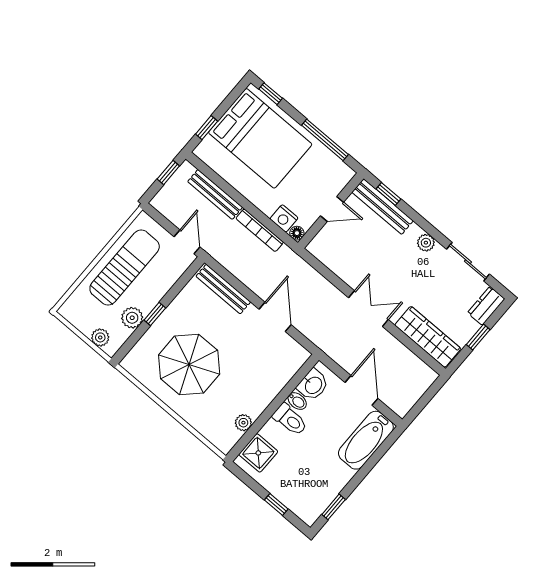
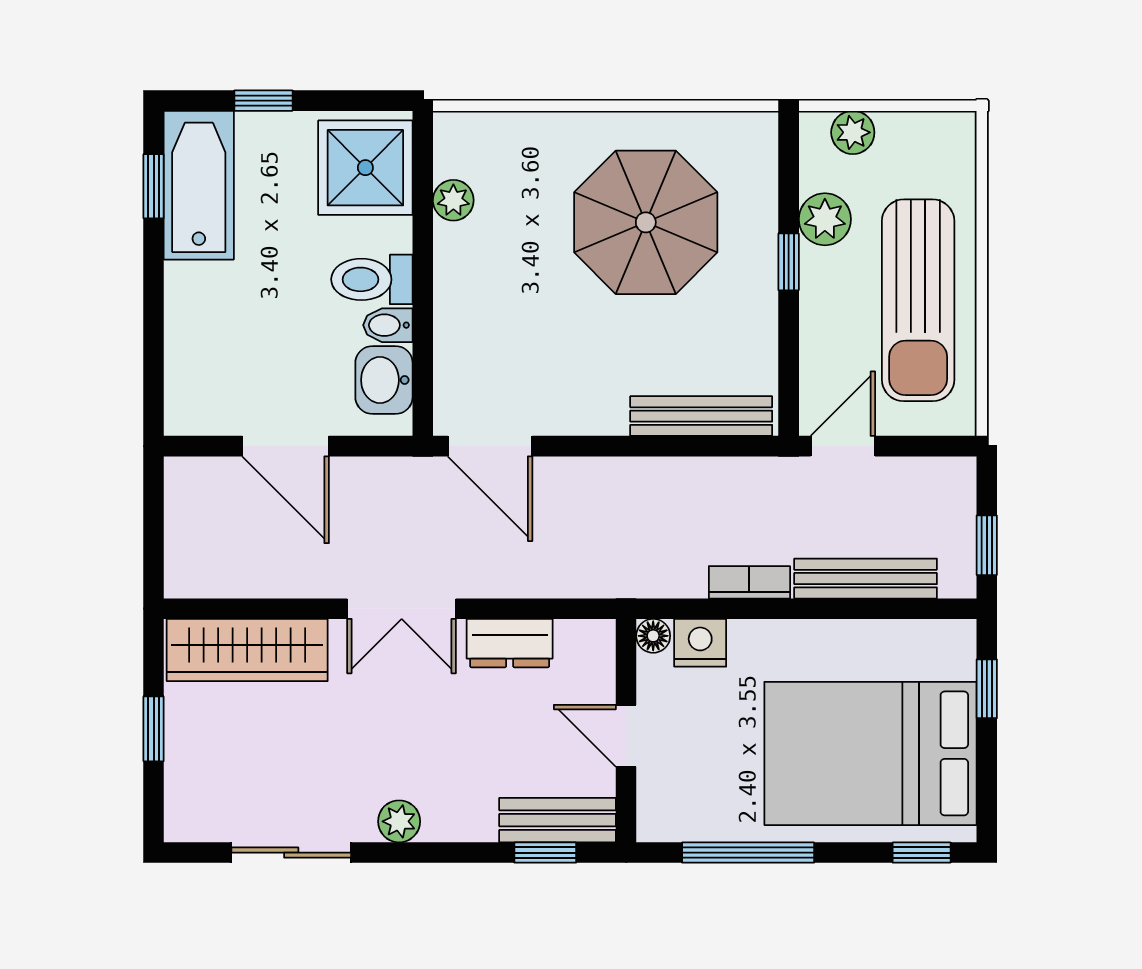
bench: (383, 207) -> (558, 820), width x0.73
door: (332, 209) -> (626, 736), hinge flipped
bookcase: (260, 230) -> (749, 582), width x0.64
door: (187, 242) -> (843, 446), swing flipped
dresser: (486, 306) -> (510, 643), moved, turned 90
door: (275, 317) -> (490, 446), moved
bathtub: (366, 440) -> (199, 185), moved
shower: (258, 453) -> (365, 168), width x1.36, depth x1.36

